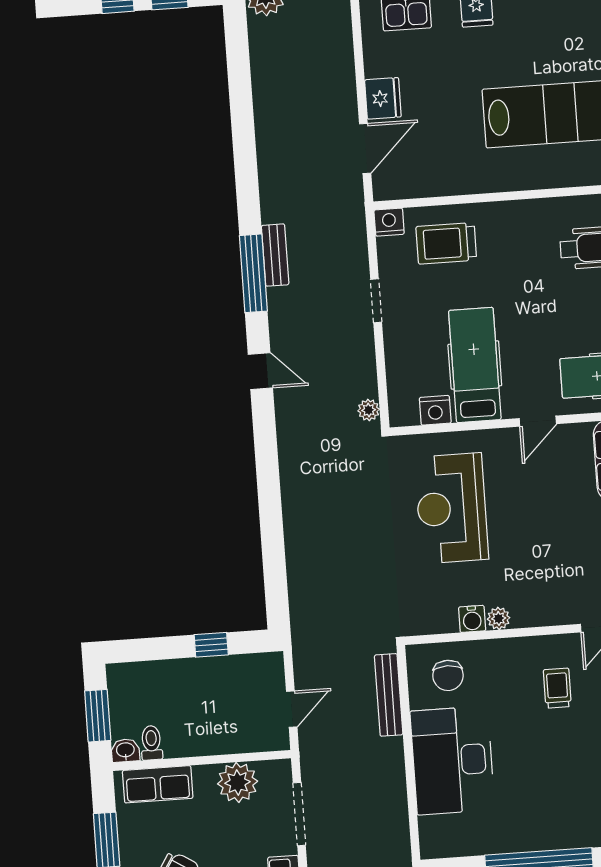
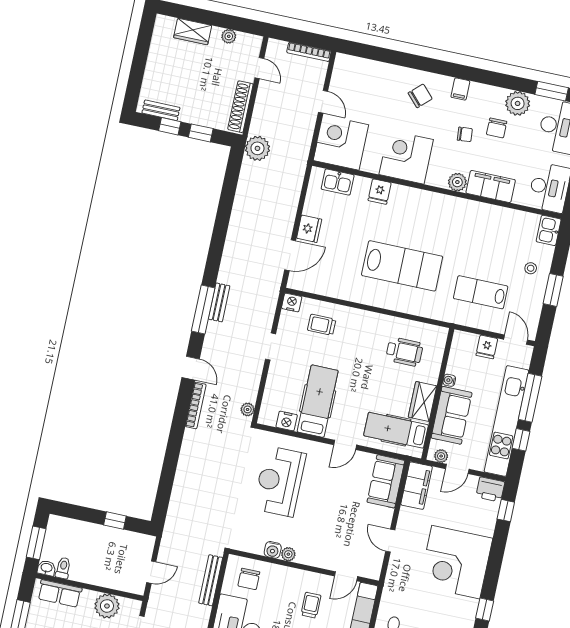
trolley: (446, 243) -> (322, 325), width x0.73, depth x0.72
bookcase: (285, 427) -> (196, 405), added

